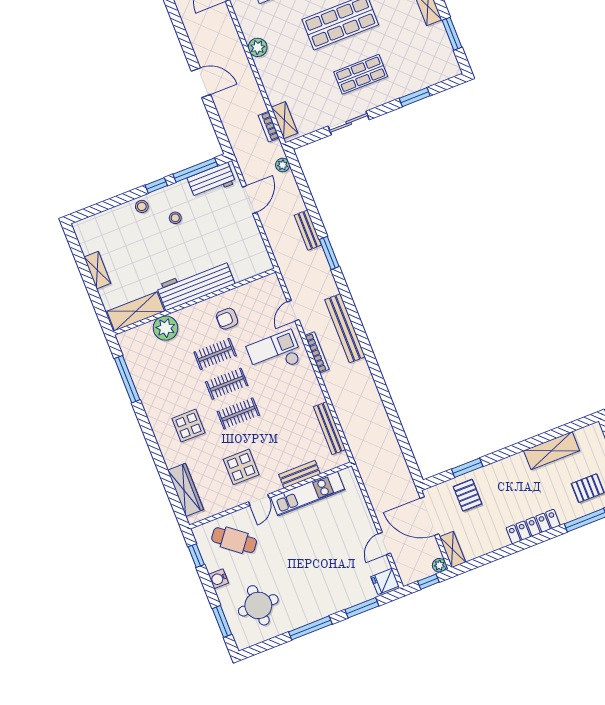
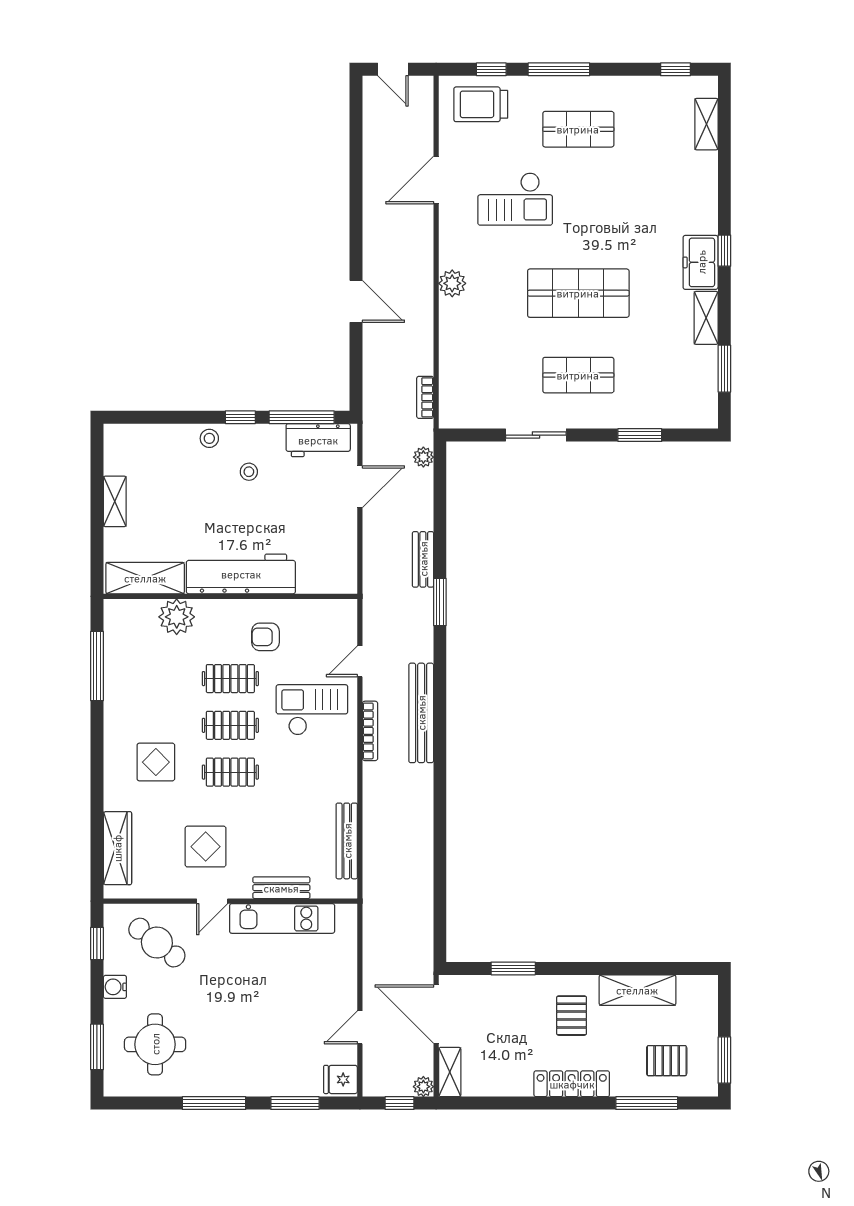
shelving: (284, 120) -> (450, 397), removed
pallet: (468, 495) -> (572, 1016), moved

